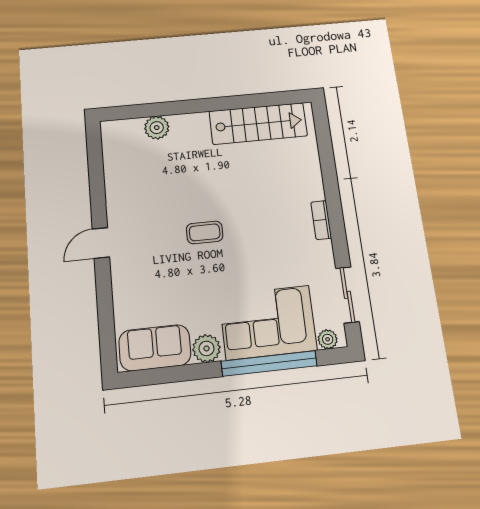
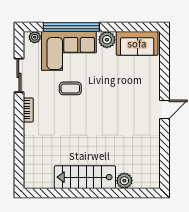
stairs: (258, 123) -> (85, 177), moved
coffee table: (205, 232) -> (70, 88), moved
sliding door: (347, 295) -> (19, 75), moved

